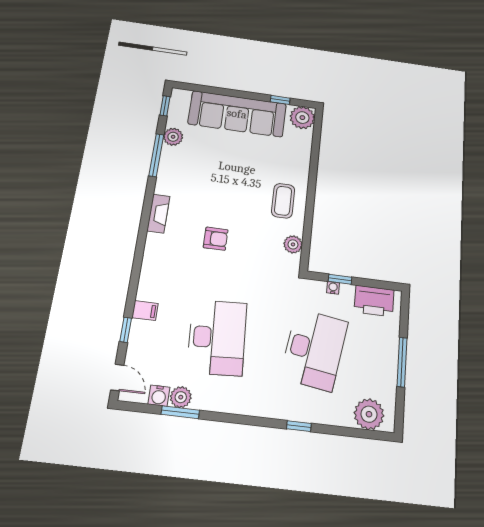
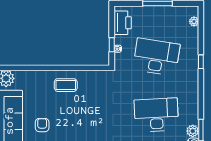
armchair: (216, 239) -> (42, 125), moved
plant: (293, 244) -> (93, 76), removed
plant: (369, 414) -> (194, 21), width x0.53, depth x0.53

